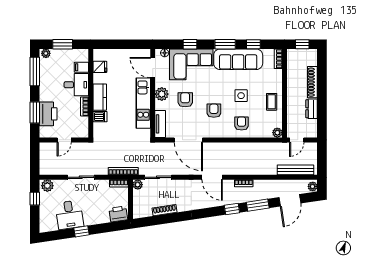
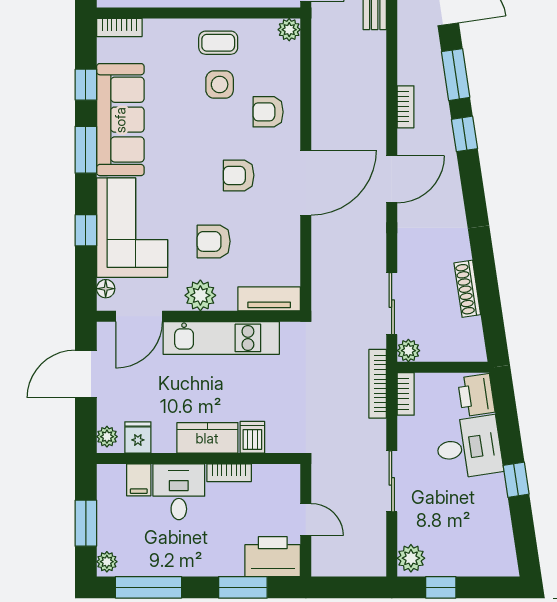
door: (127, 44) -> (86, 374), added
plant: (100, 53) -> (107, 437), added
side table: (241, 96) -> (220, 84), moved
printer: (48, 114) -> (273, 557), moved
door: (188, 140) -> (306, 183), moved
desk: (69, 215) -> (469, 447), moved

